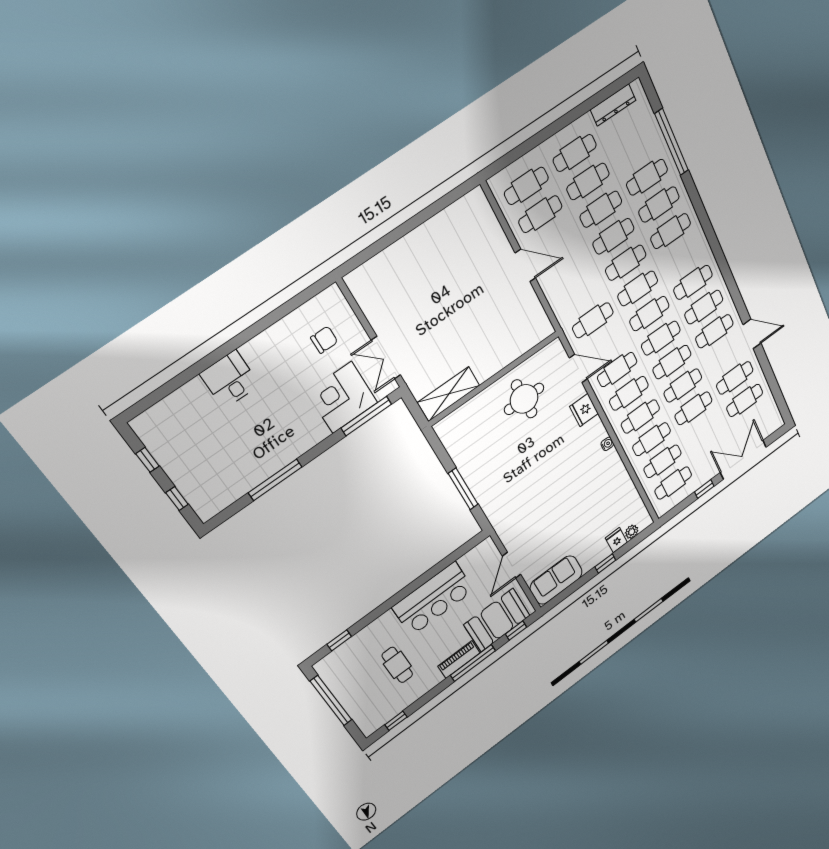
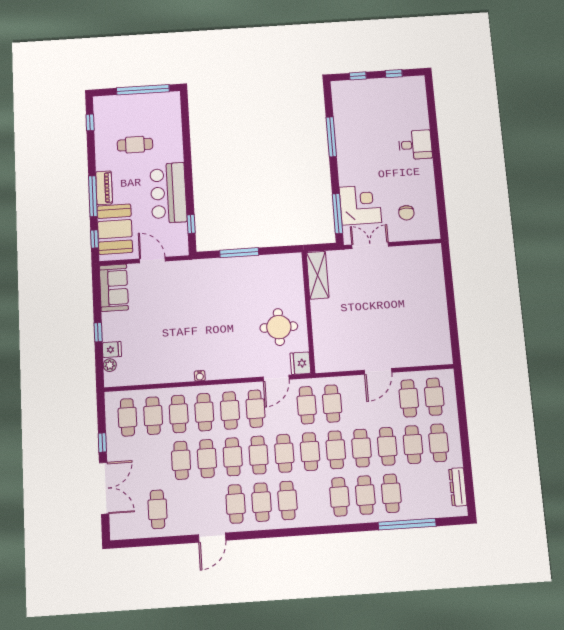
cafe table: (735, 378) -> (332, 404), moved
fridge: (584, 410) -> (300, 363), moved, turned -90
window: (339, 640) -> (191, 224), moved

